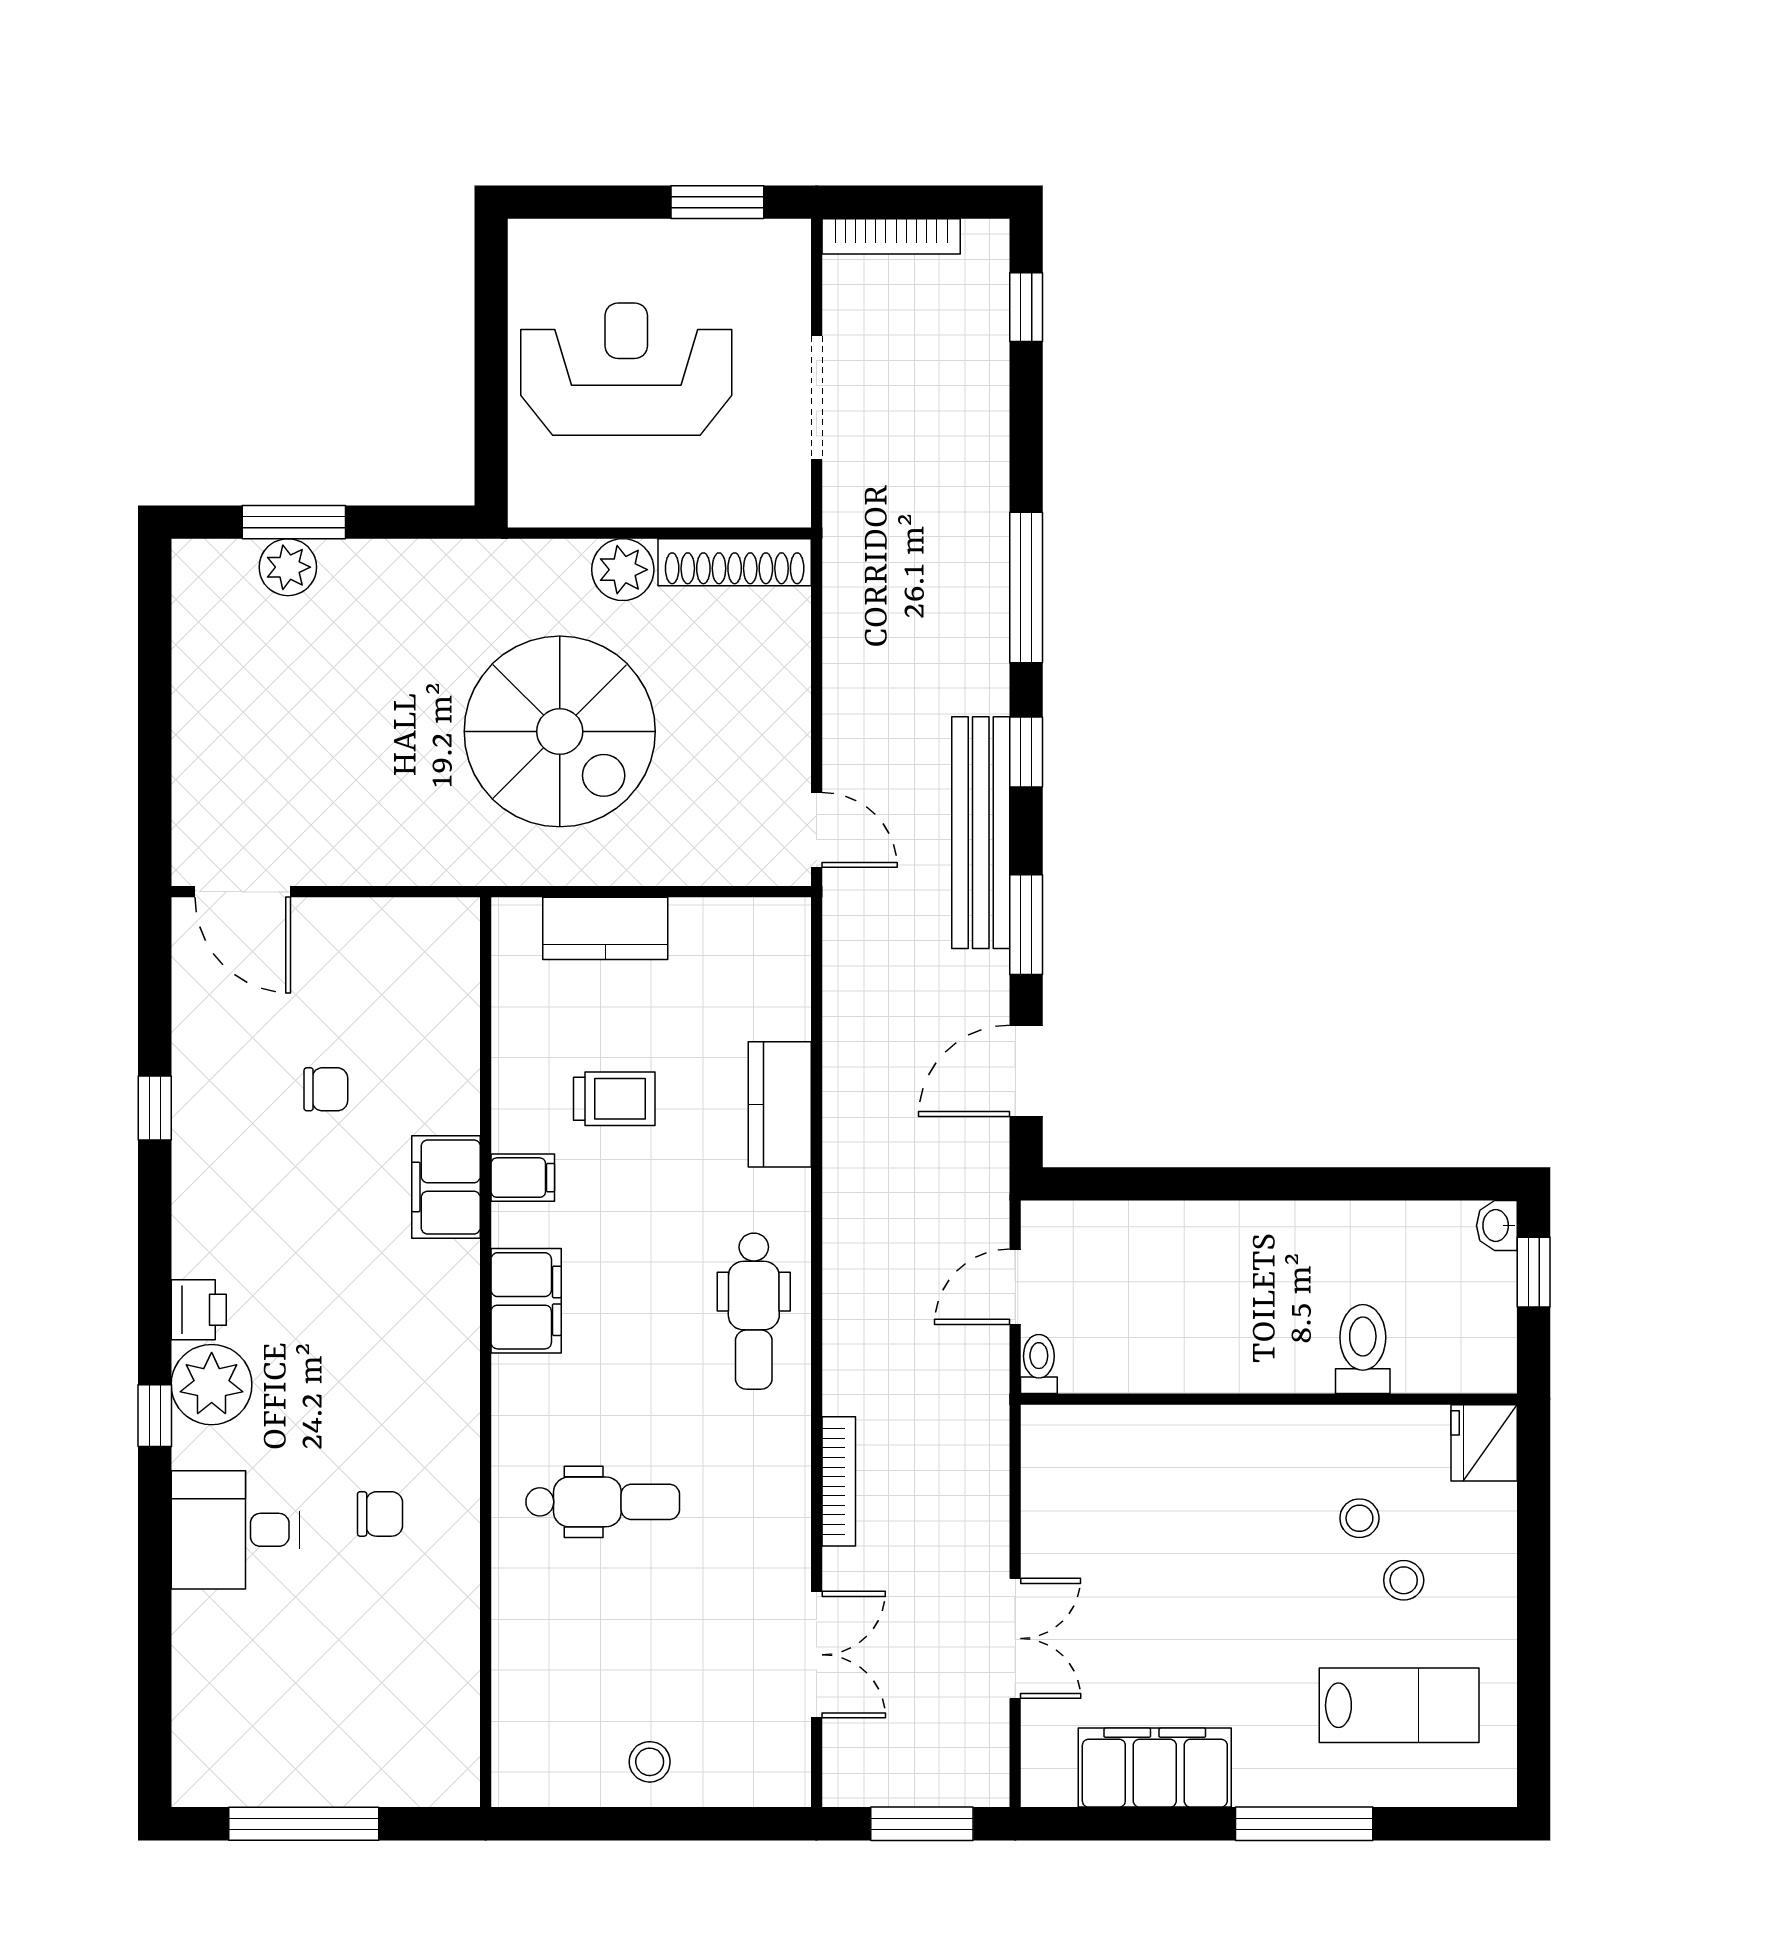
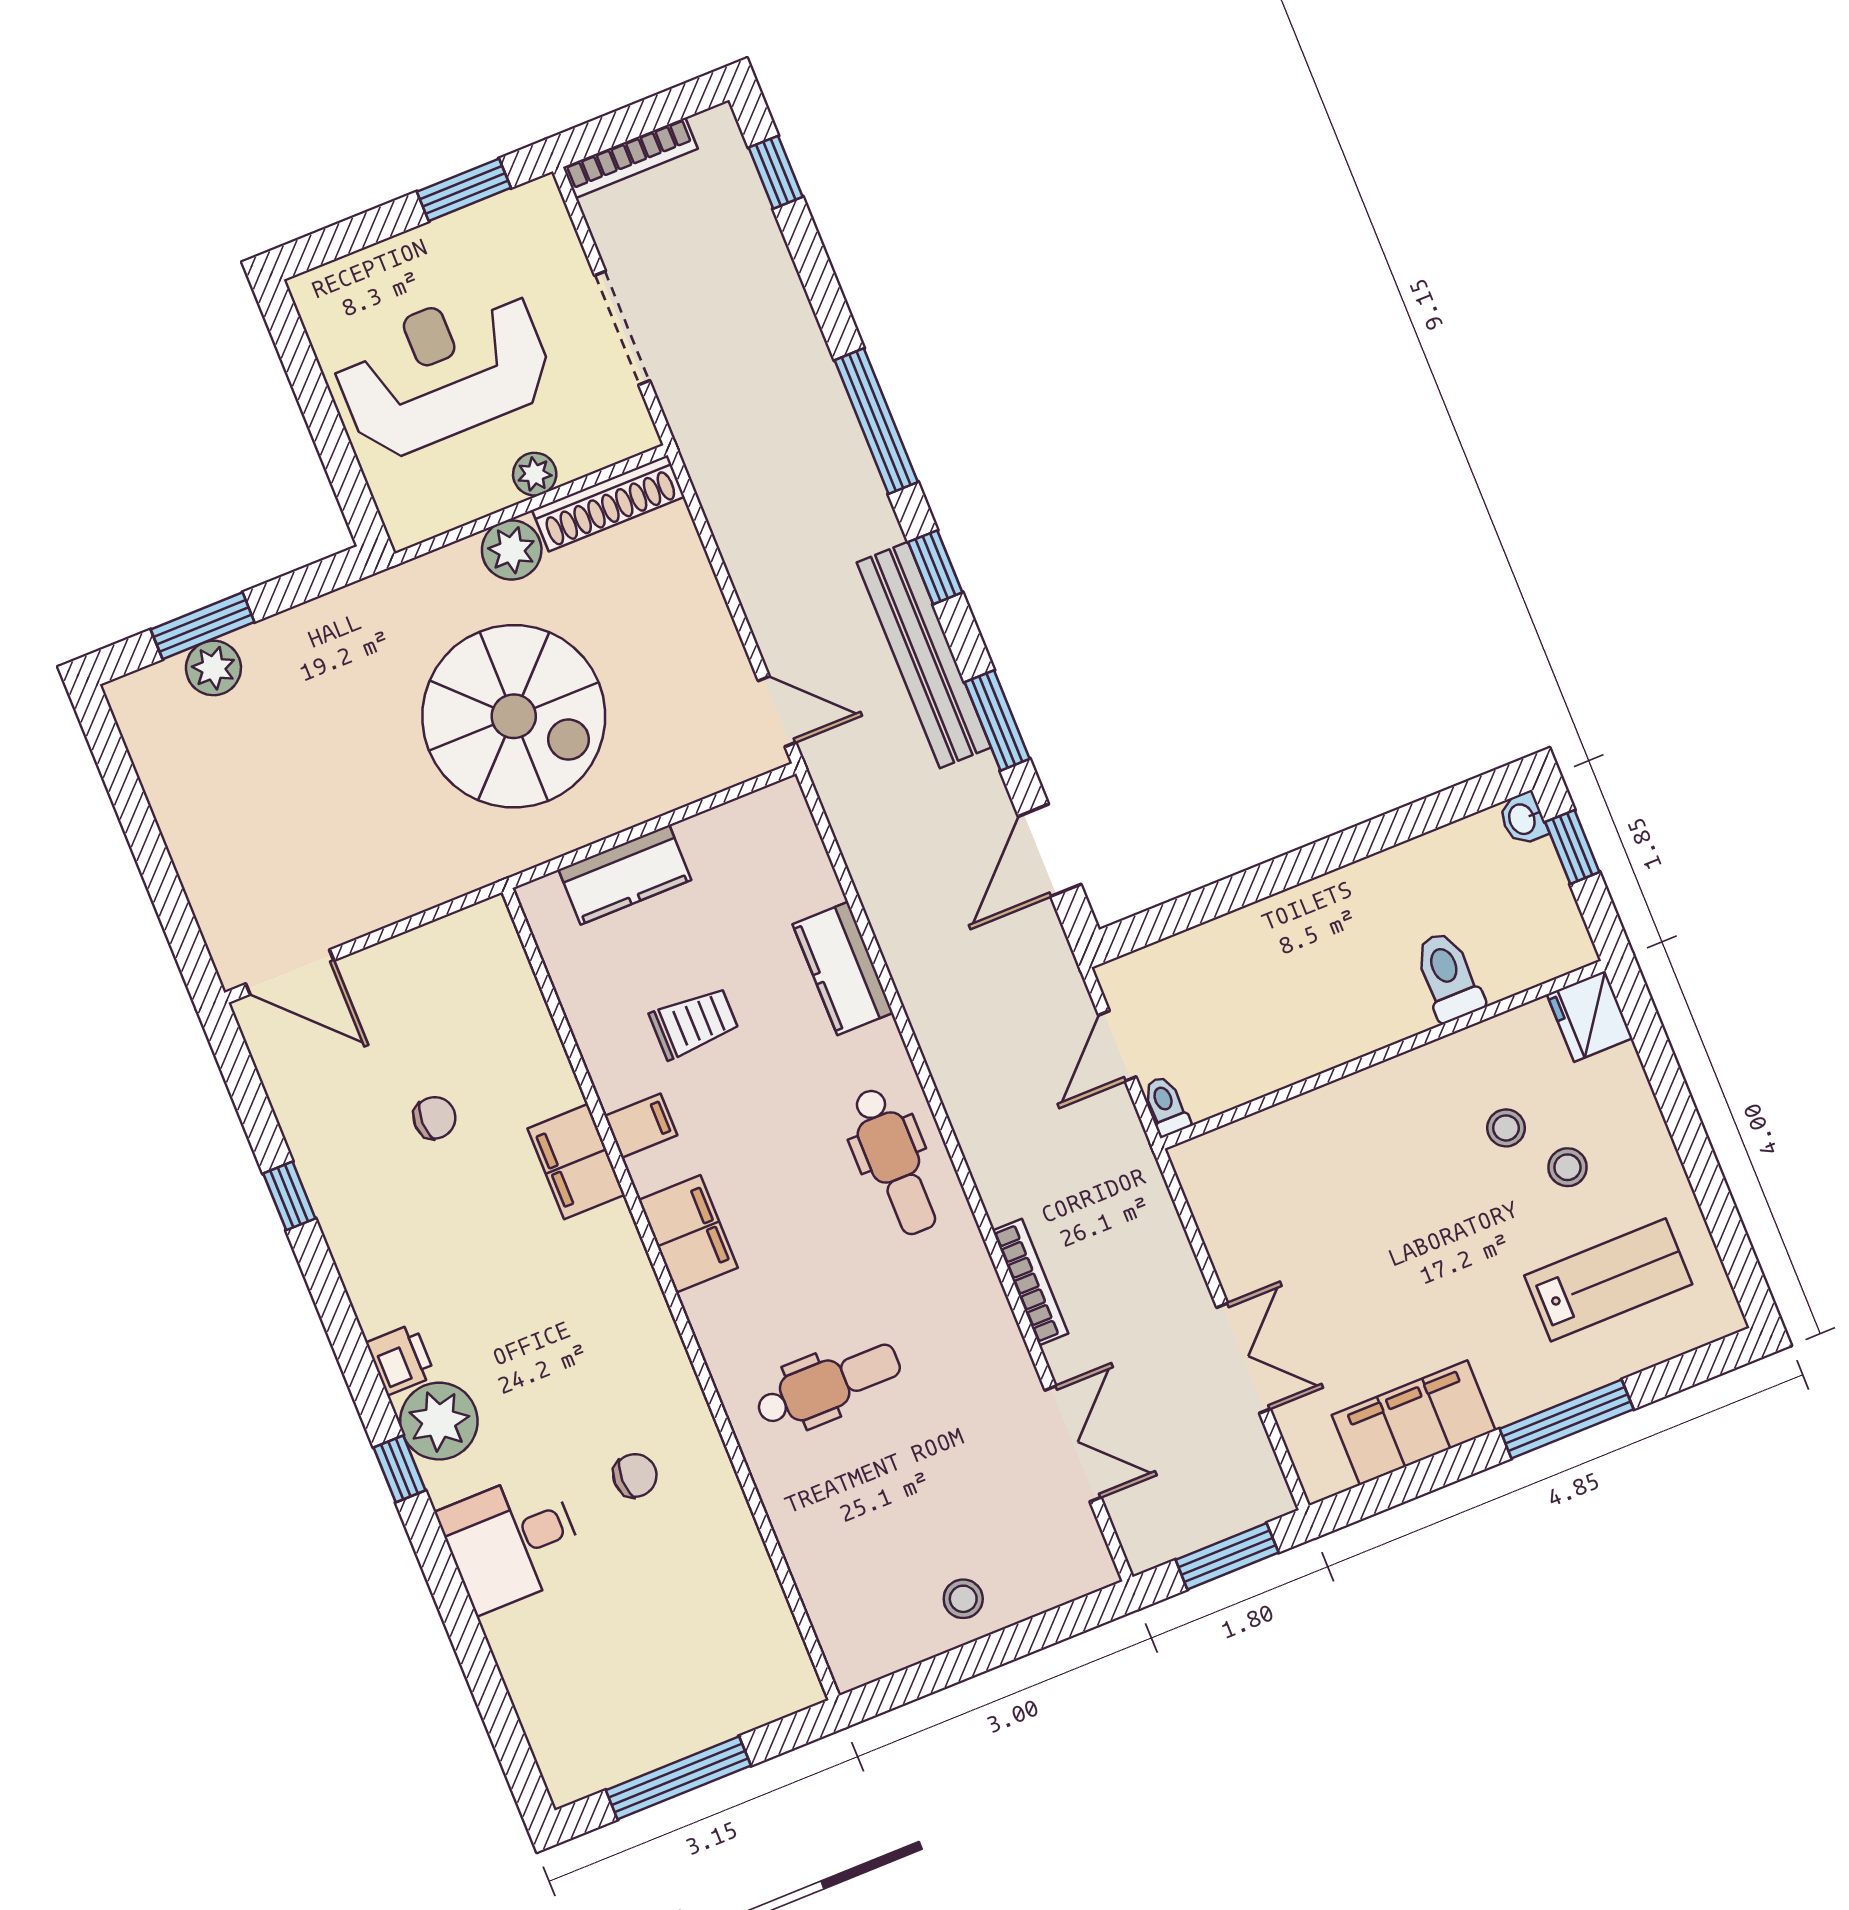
plant: (675, 505) -> (535, 474), added

